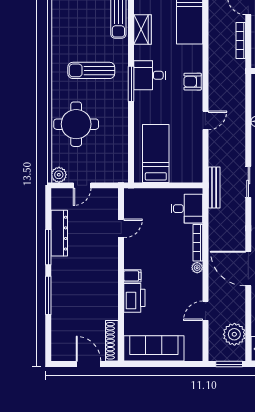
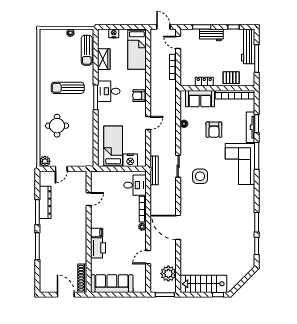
round table: (76, 124) -> (57, 126), width x0.73, depth x0.73
nightstand: (180, 173) -> (130, 160), added

